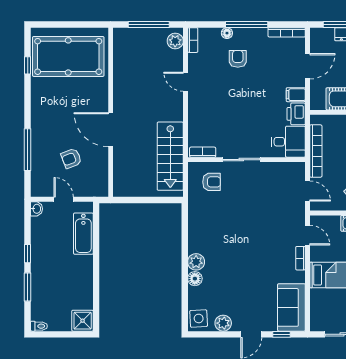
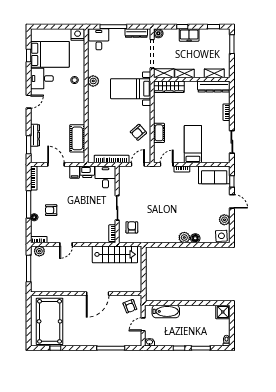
armchair: (71, 158) -> (130, 306), moved

